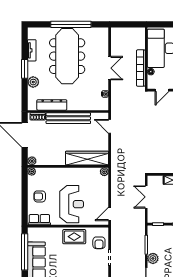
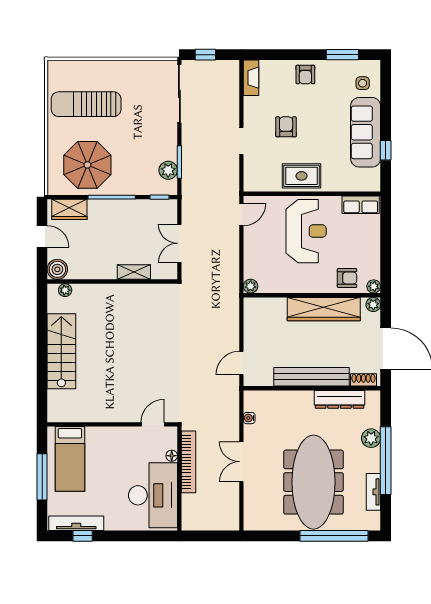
window: (71, 24) -> (334, 536), moved
window: (25, 69) -> (386, 461), width x2.11
door: (110, 126) -> (241, 363), swing flipped
wardrobe: (87, 158) -> (324, 309), moved
armchair: (40, 196) -> (347, 278), moved
double door: (146, 197) -> (179, 243), swing flipped
reception desk: (72, 204) -> (306, 231), turned 180
armchair: (99, 243) -> (286, 127), moved
window: (25, 252) -> (386, 150), width x0.32
plant: (153, 258) -> (168, 170), moved

